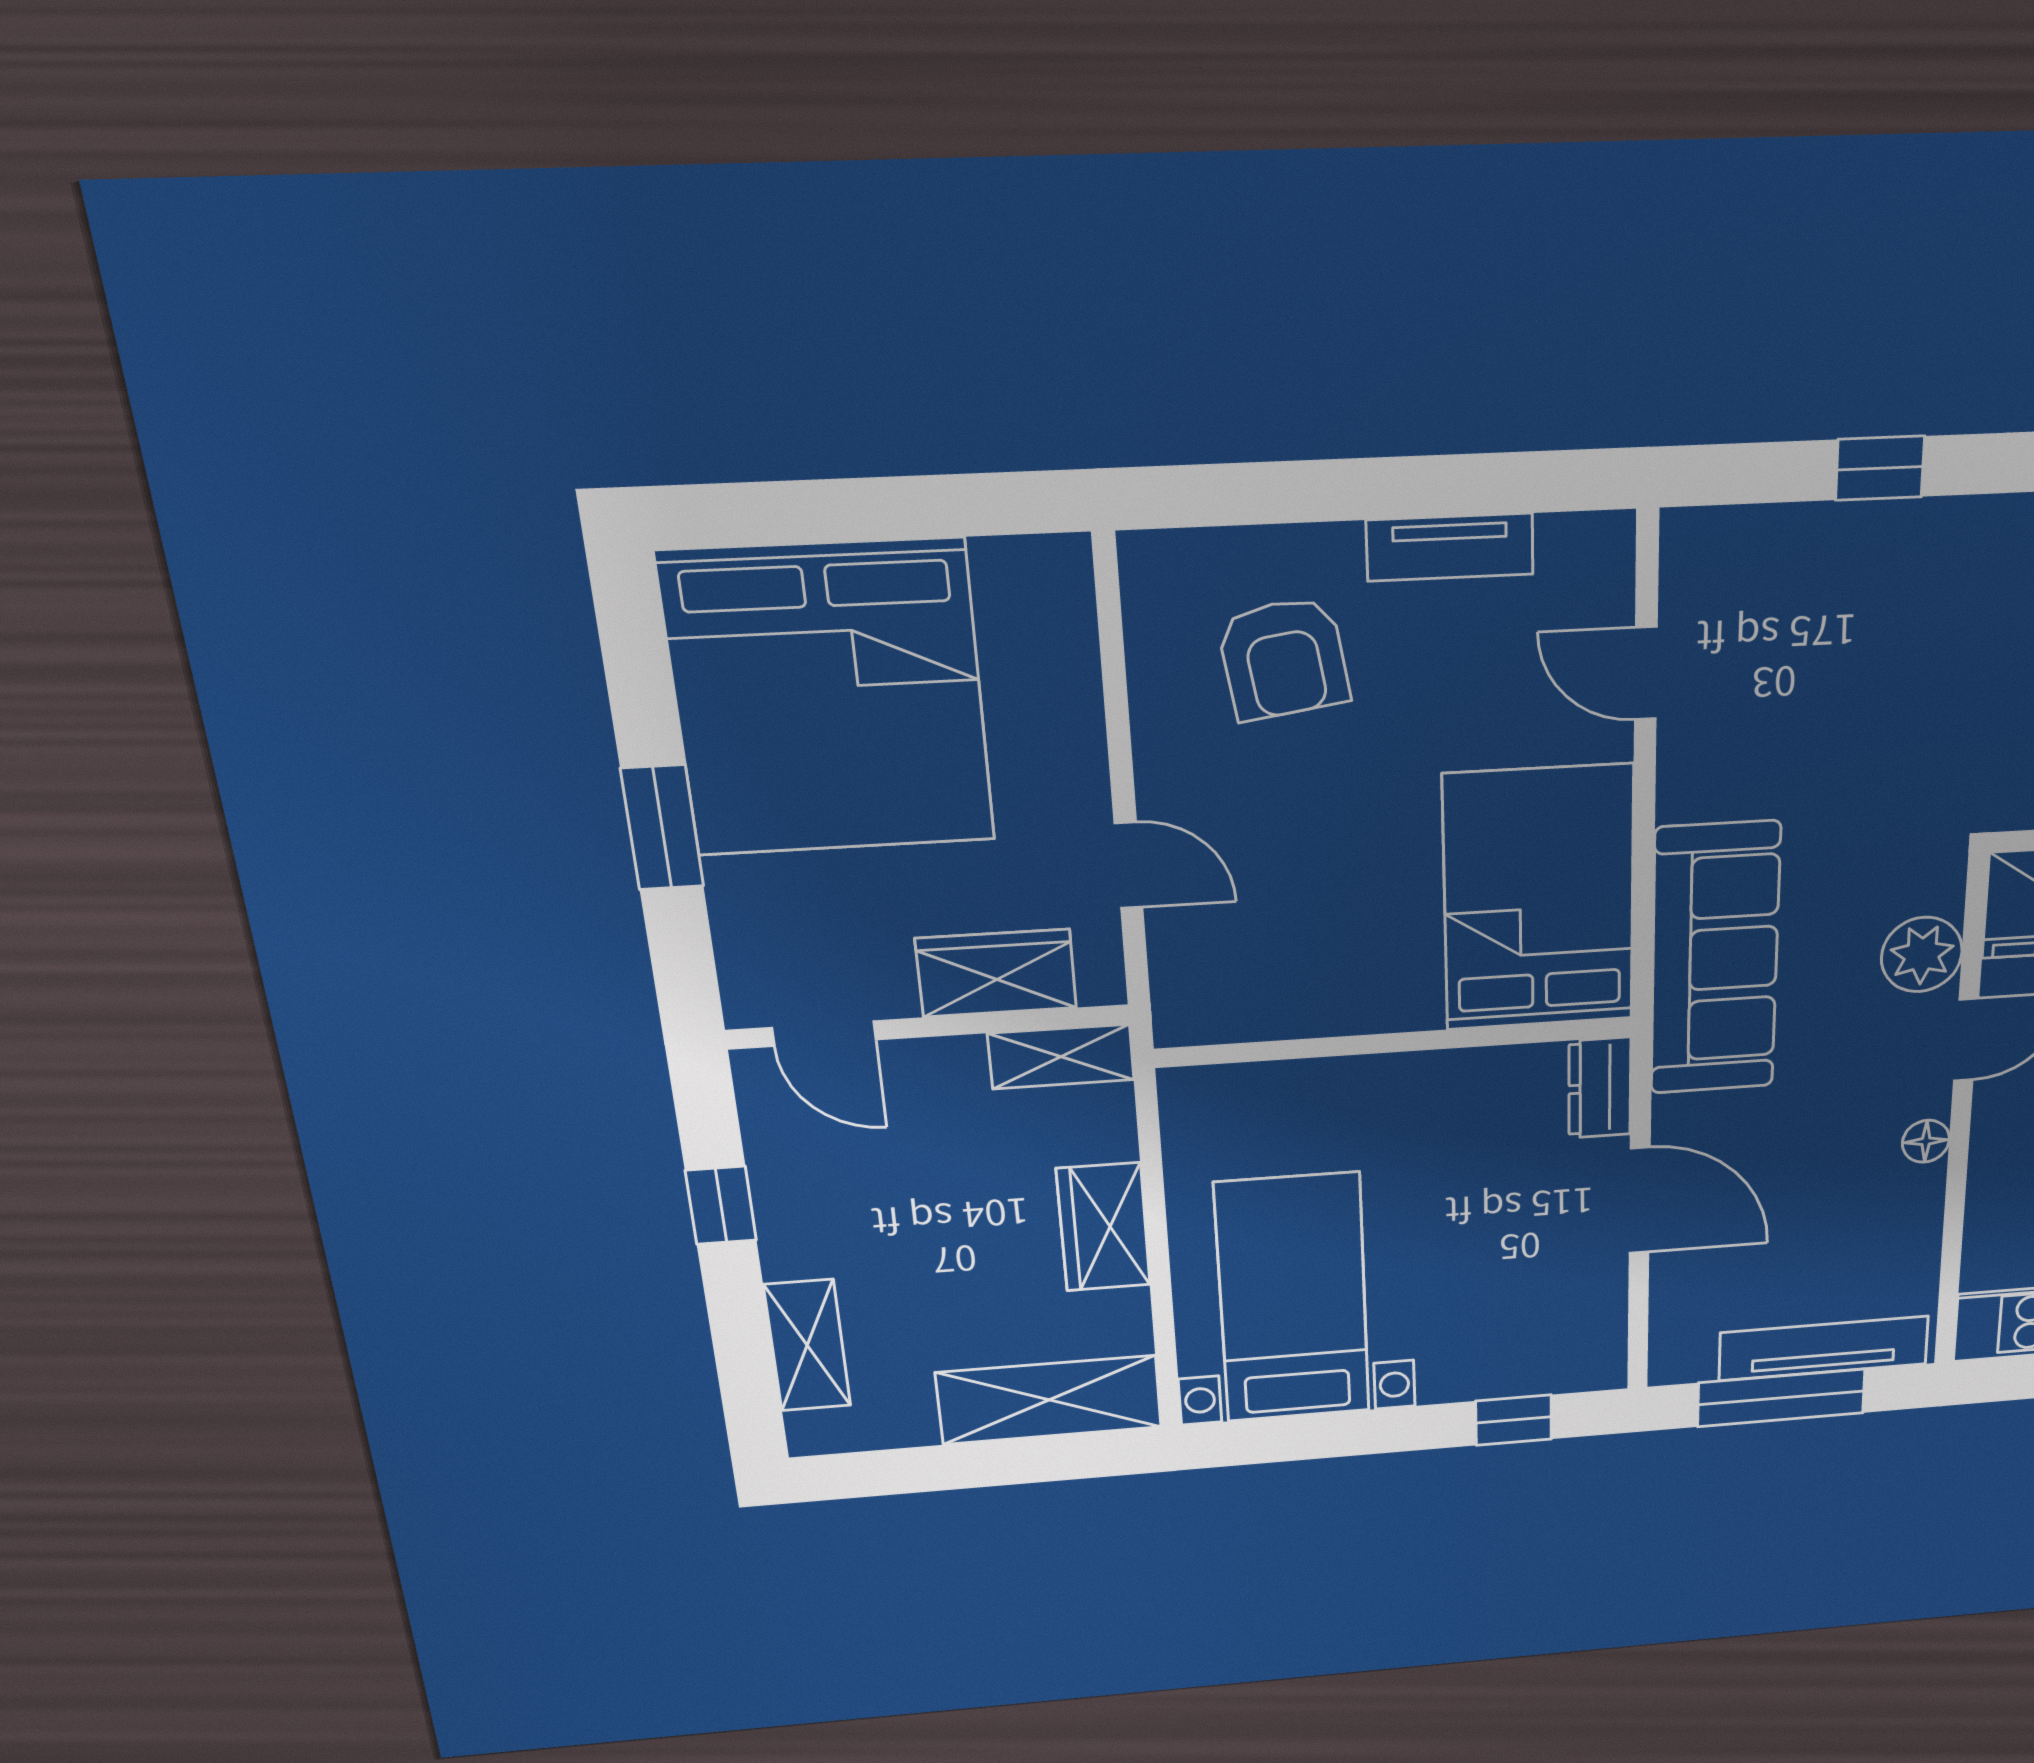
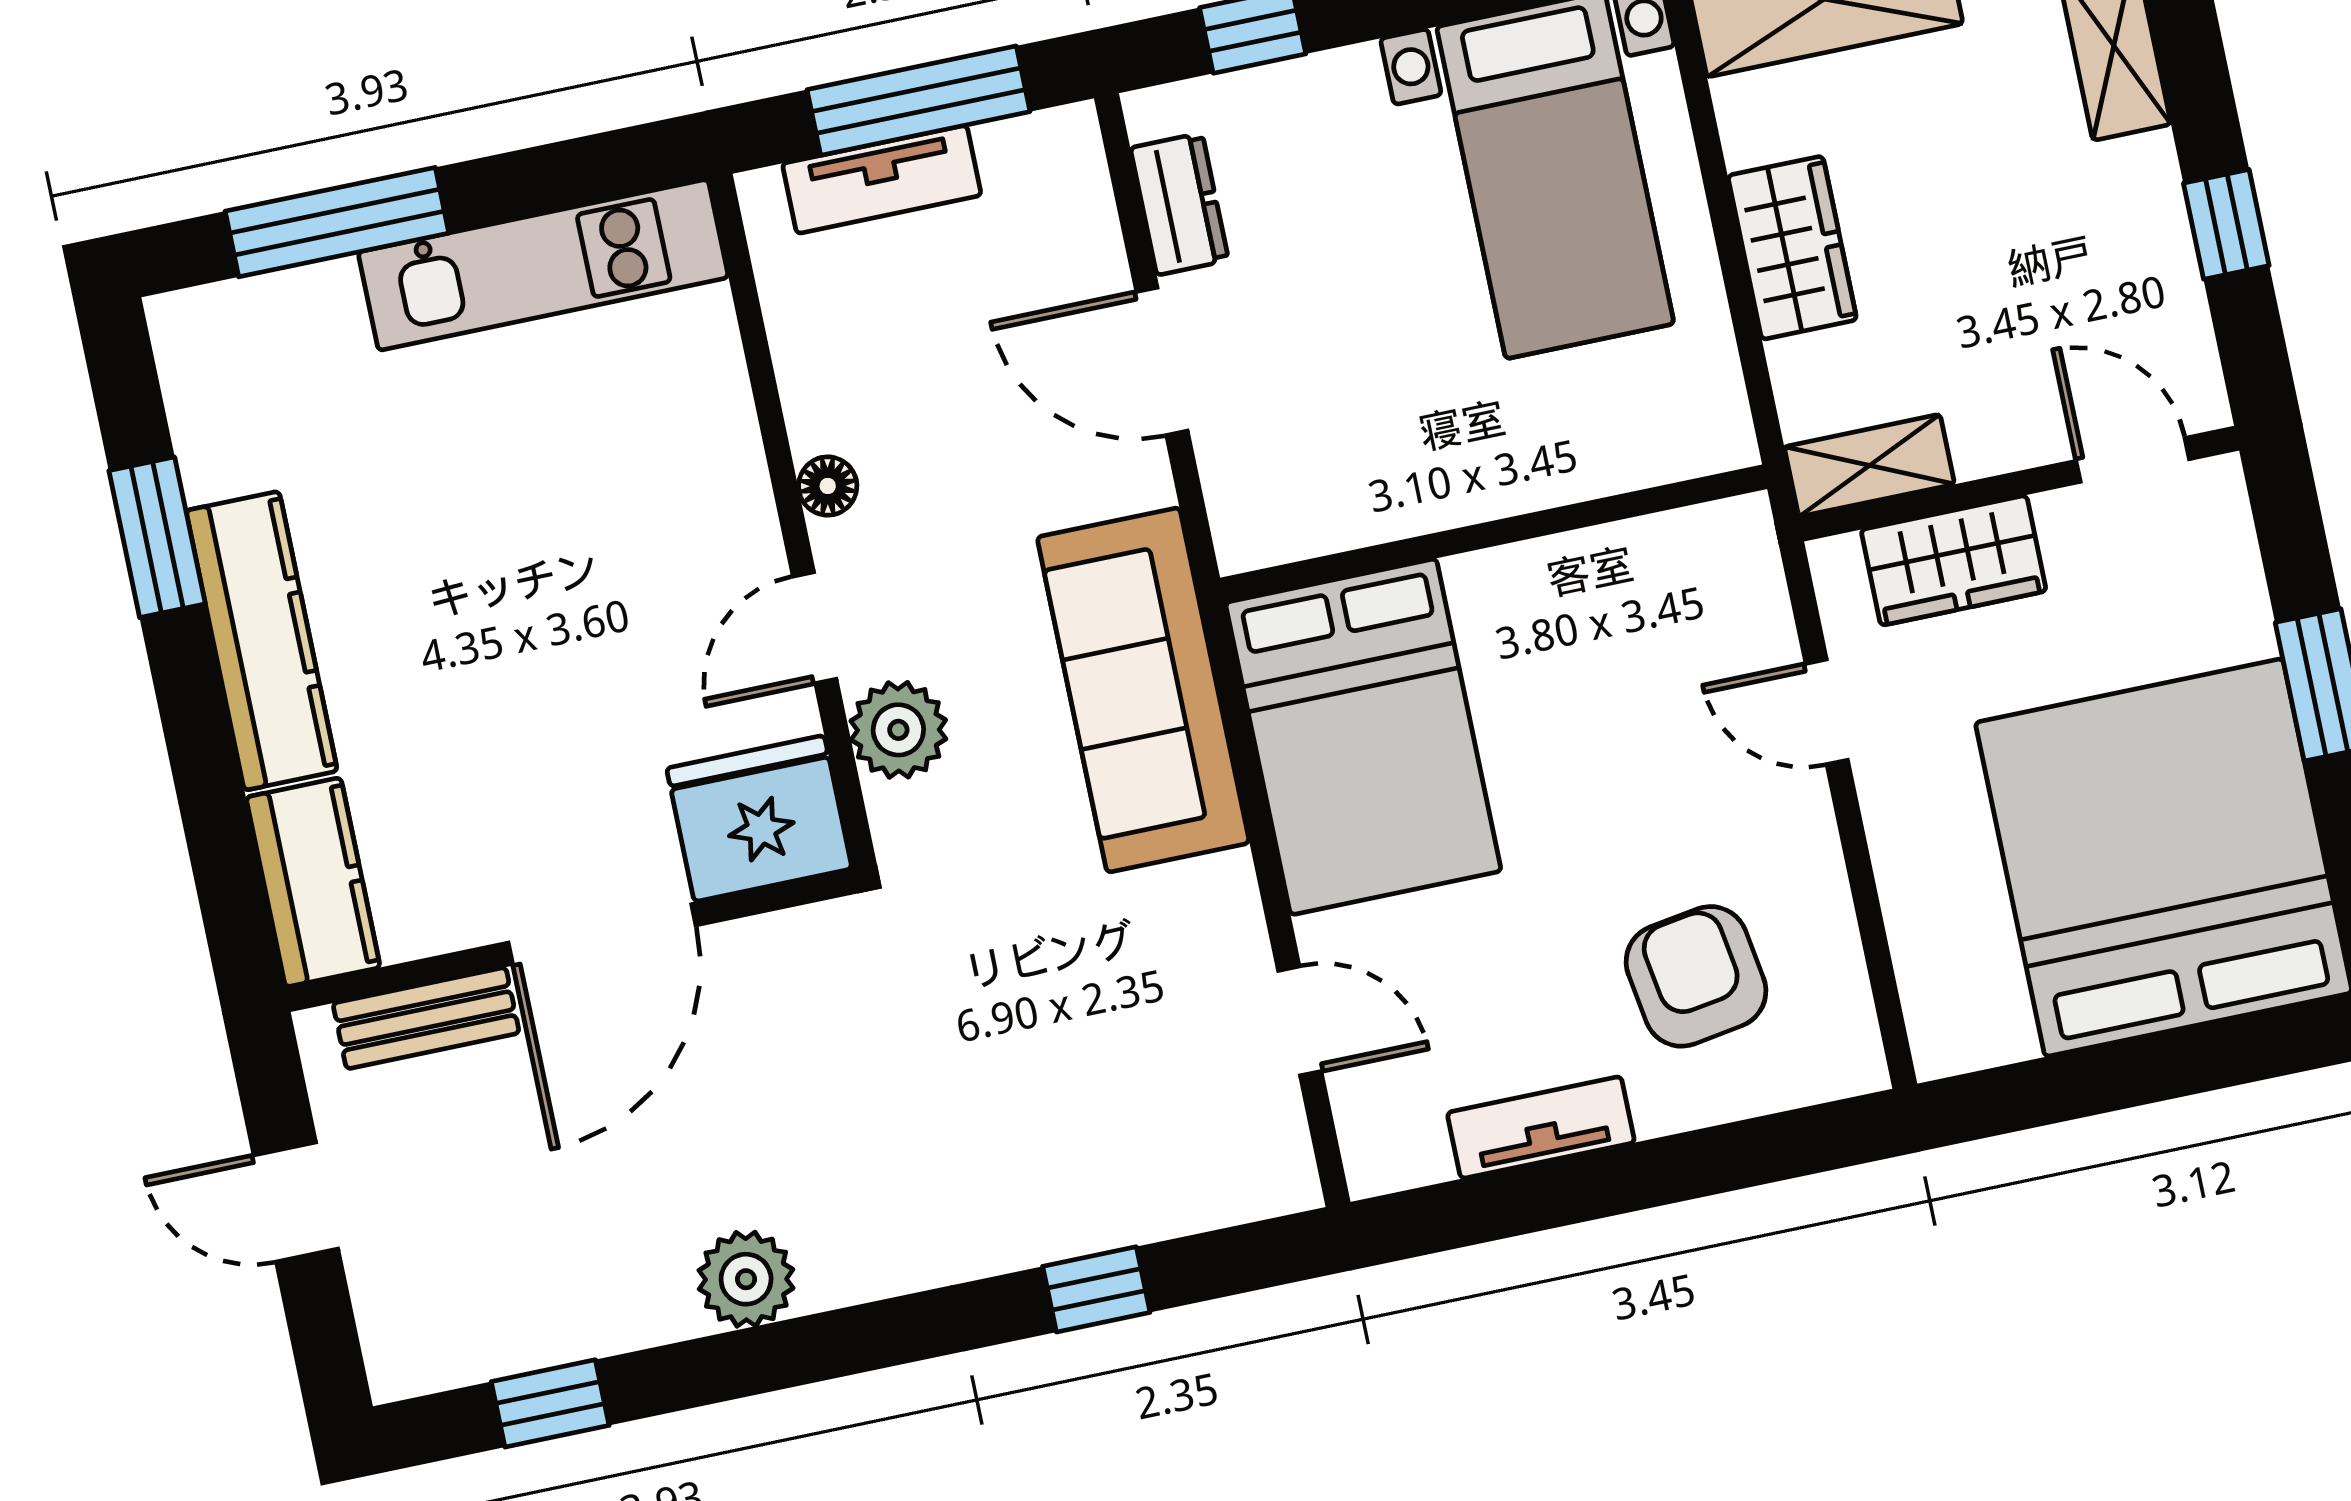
dresser: (1600, 1088) -> (1179, 204), moved
tv unit: (1824, 1348) -> (882, 179), width x0.71

